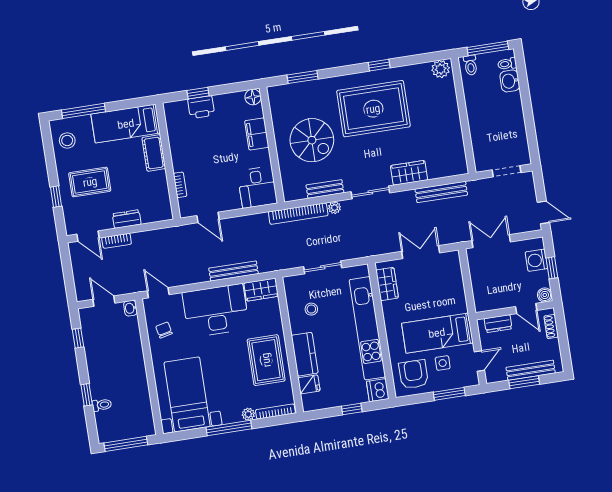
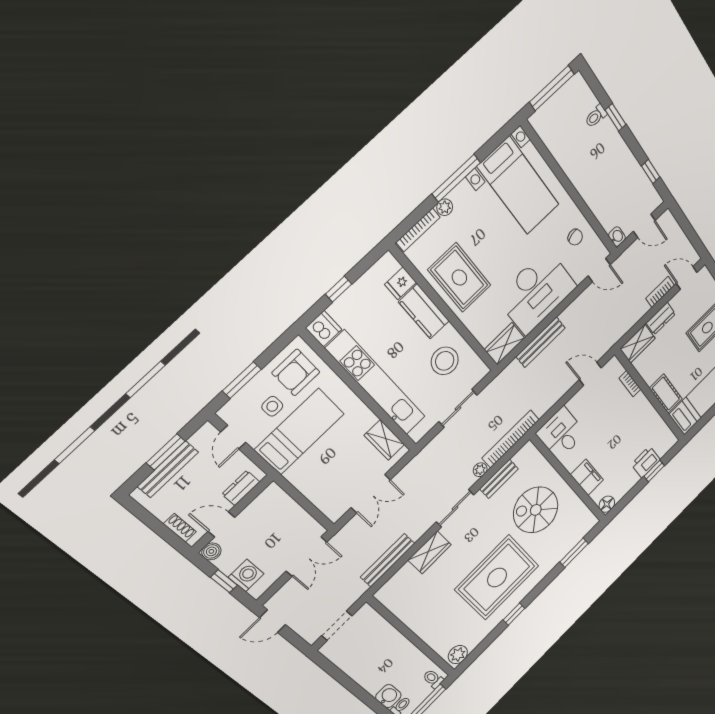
wardrobe: (157, 213) -> (638, 344), added
stool: (311, 309) -> (445, 361), width x1.89, depth x1.89
armchair: (414, 374) -> (296, 372), turned 90

